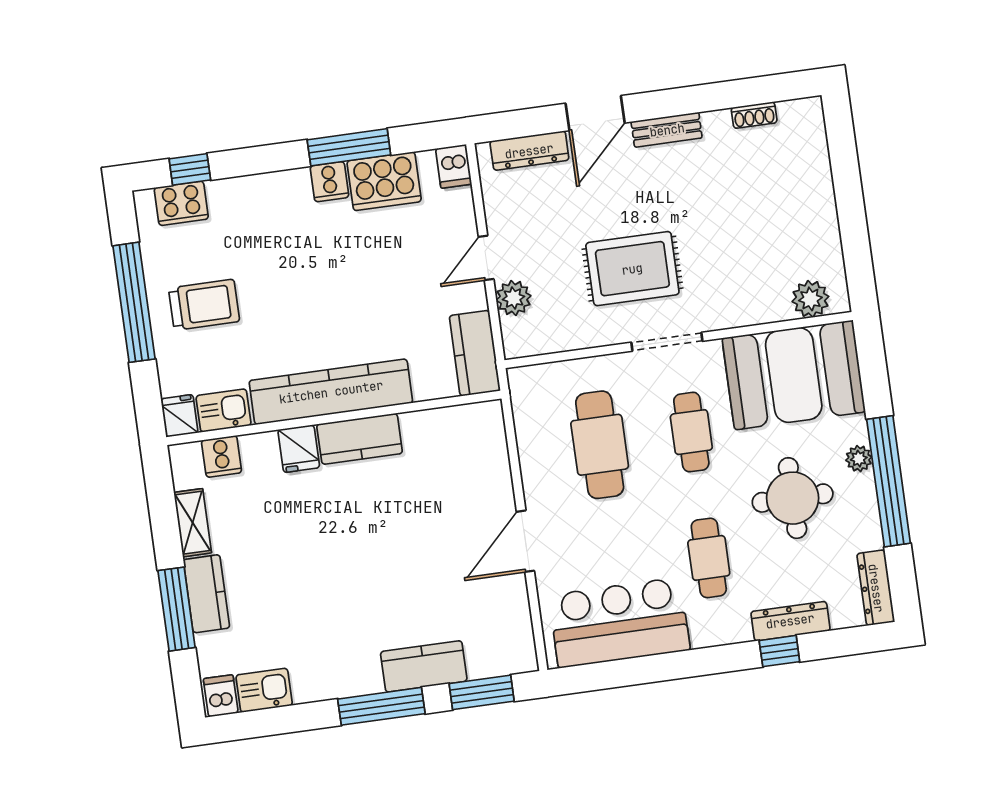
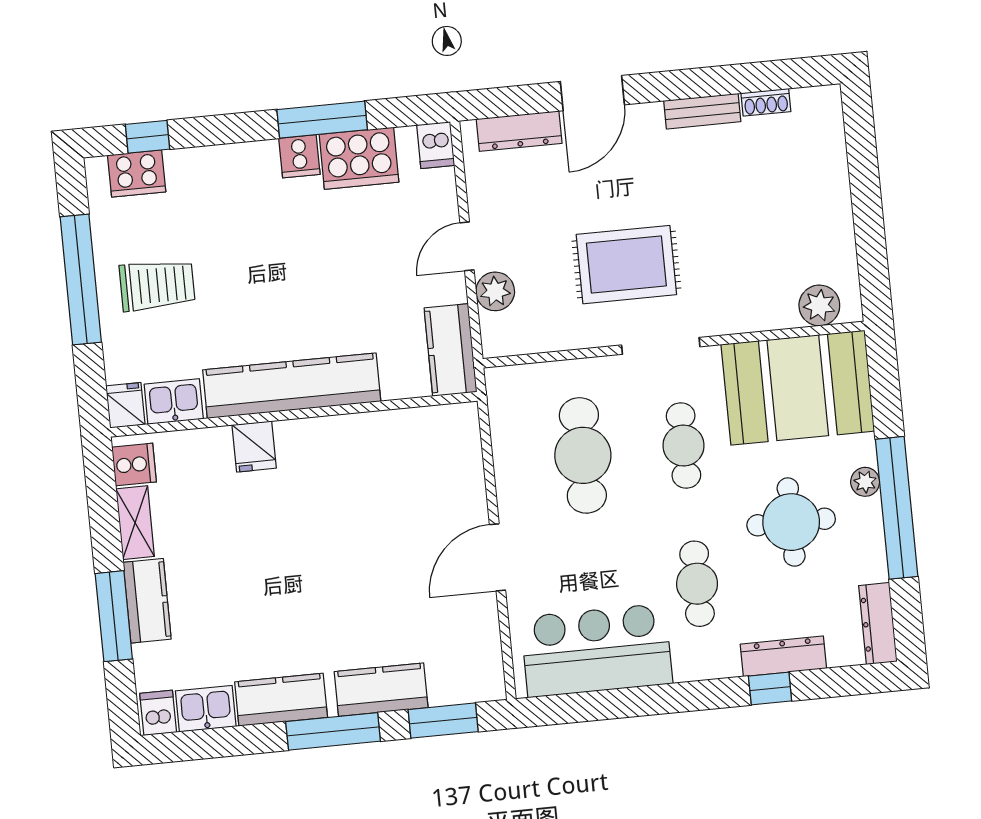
bench: (667, 130) -> (702, 111), moved
kitchen counter: (360, 439) -> (281, 700), moved, turned 180
cooker: (222, 456) -> (134, 464), moved, turned -90

